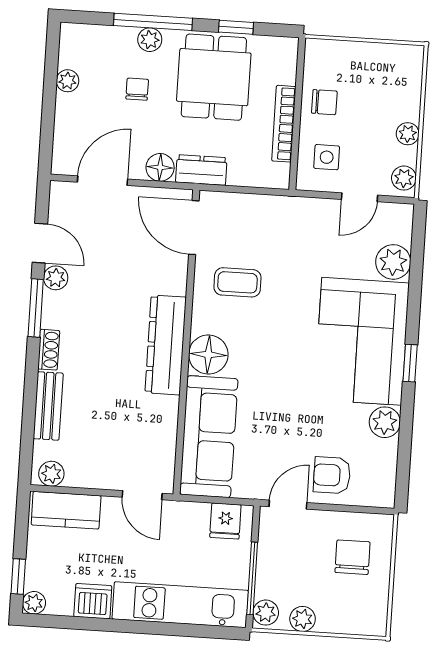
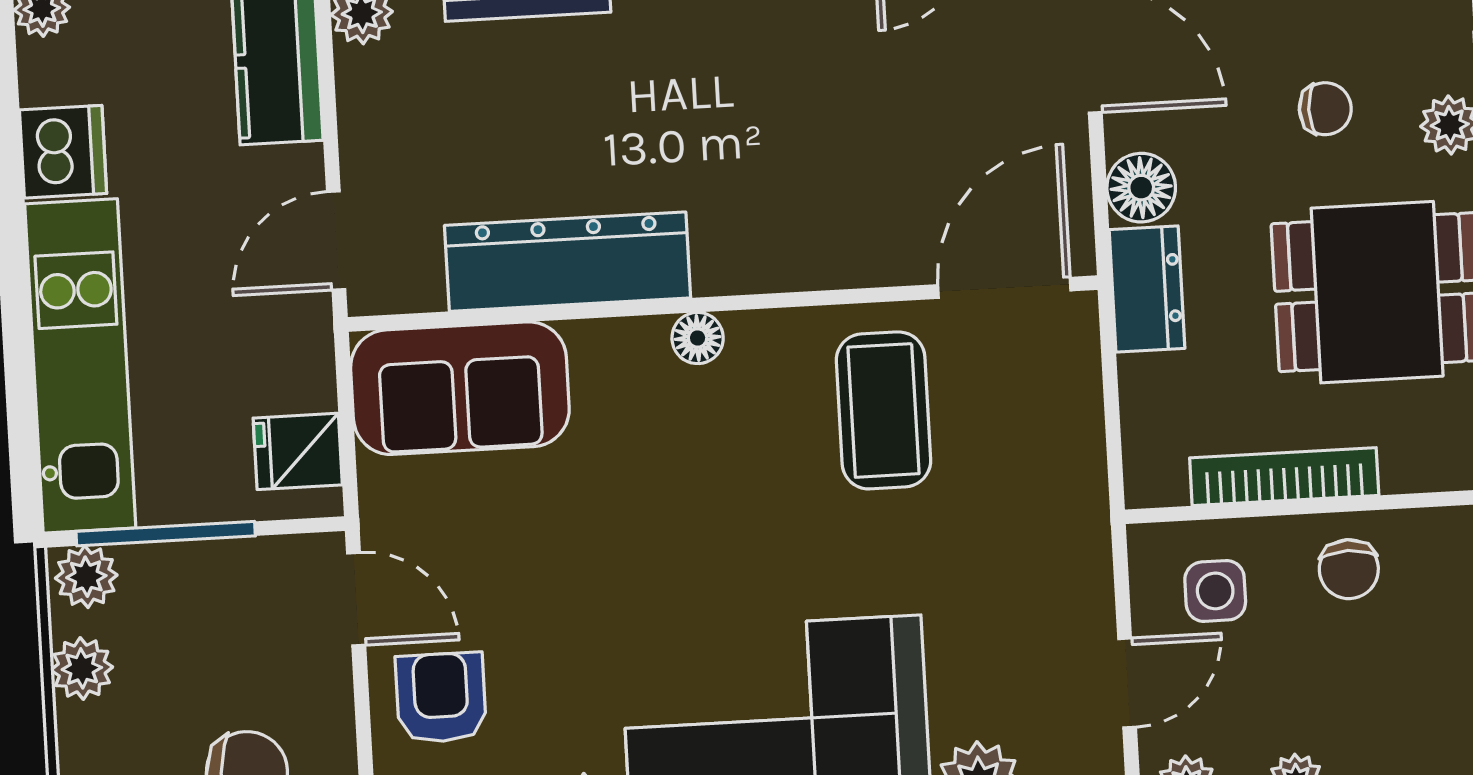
door: (359, 197) -> (1127, 683), swing flipped
coffee table: (237, 282) -> (883, 410), width x1.36, depth x1.30
dresser: (166, 345) -> (568, 262), moved
floor lamp: (208, 355) -> (698, 338), width x0.53, depth x0.53
sofa: (209, 437) -> (460, 388), width x0.73

